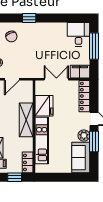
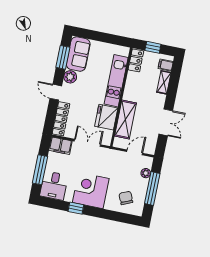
window: (29, 18) -> (76, 208), moved
corner desk: (45, 37) -> (91, 190), added
double door: (56, 79) -> (87, 143), swing flipped
shelving: (26, 120) -> (125, 119), moved
window: (94, 141) -> (63, 57), moved

